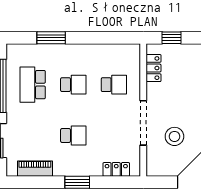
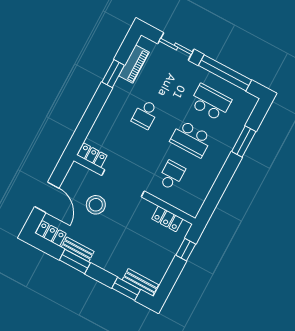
school desk: (73, 85) -> (191, 139), width x1.85
school desk: (114, 85) -> (171, 175), turned 180
locker: (116, 169) -> (92, 155), moved, turned -90
window: (77, 182) -> (113, 74), moved

